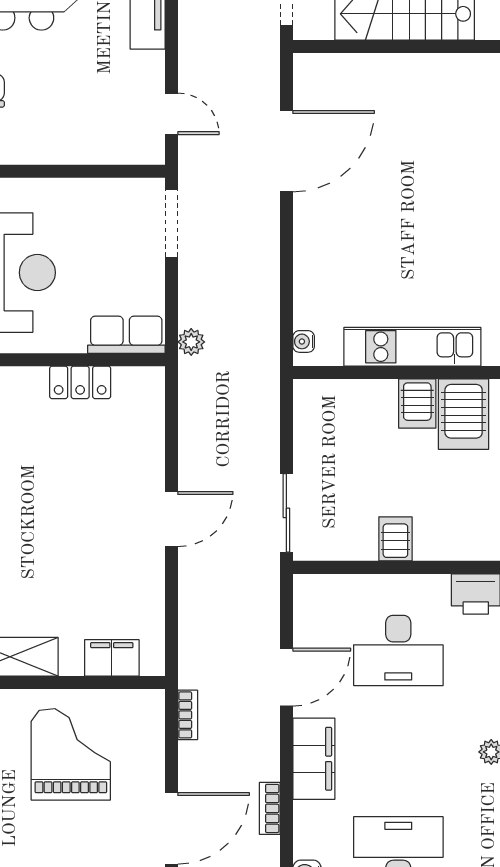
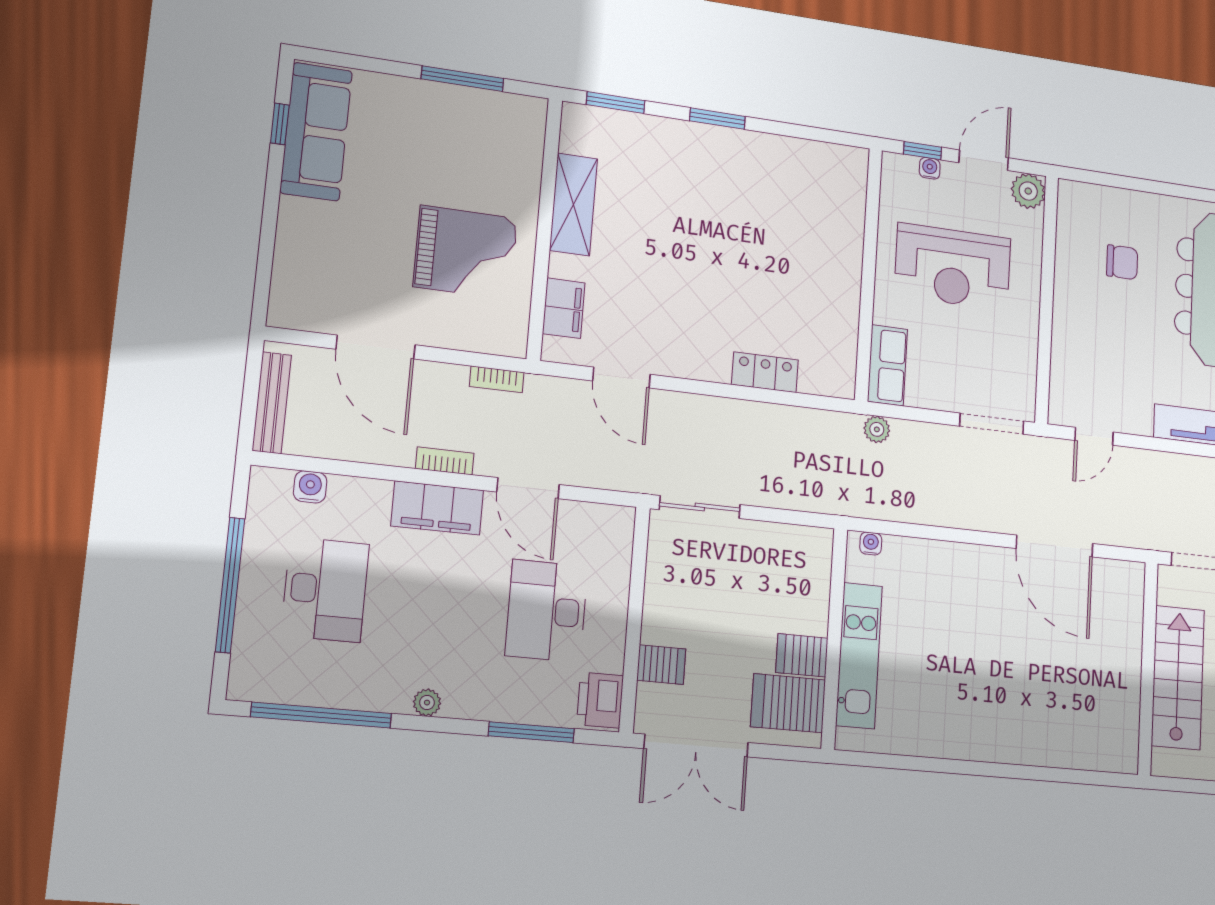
locker: (80, 382) -> (765, 372), moved, turned 90
door: (171, 519) -> (621, 378), moved
server rack: (395, 539) -> (661, 665), moved
bookcase: (270, 808) -> (445, 461), moved

